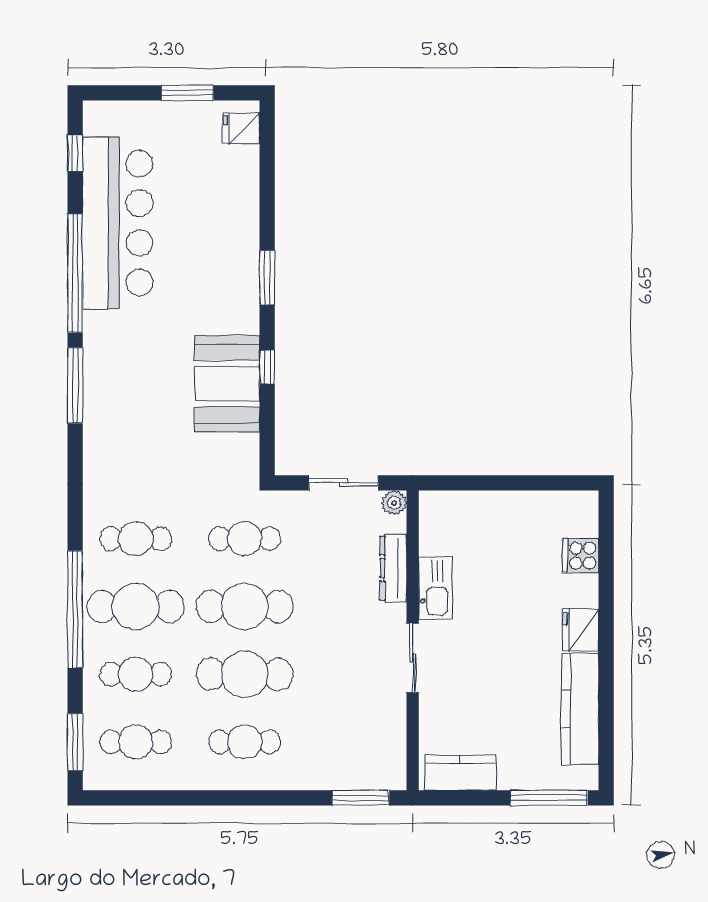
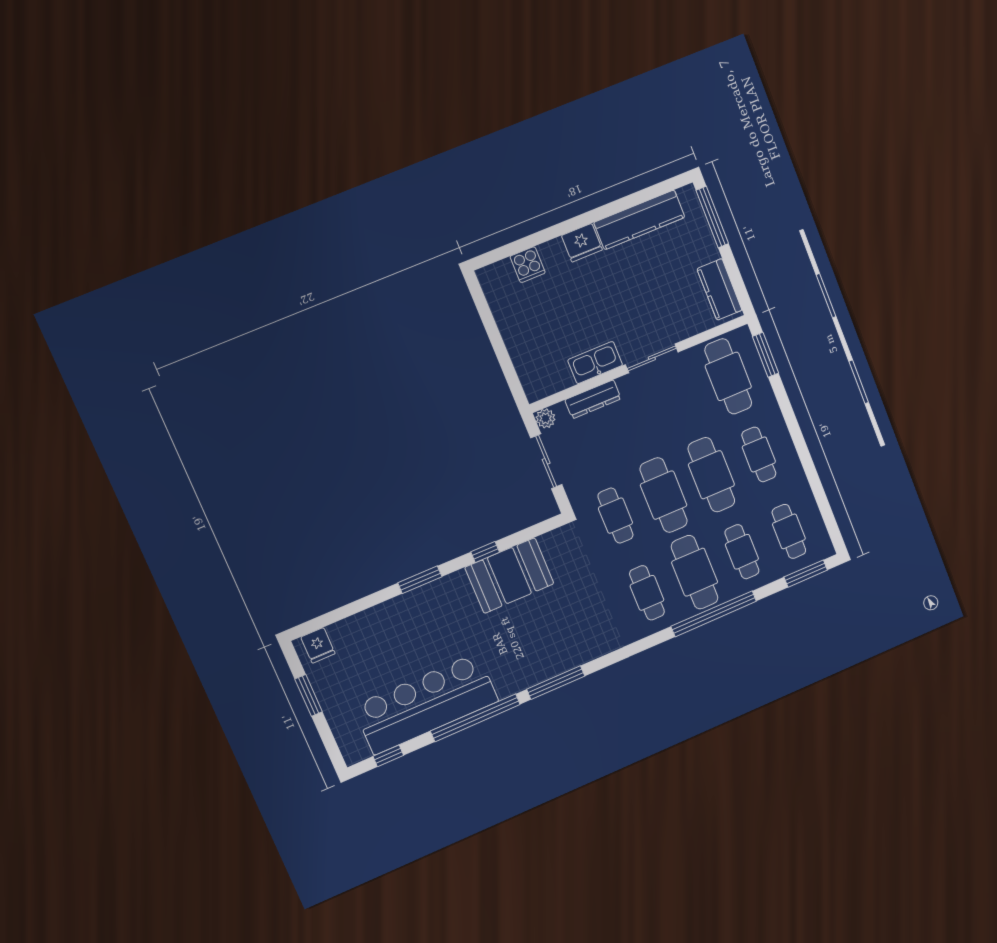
cafe table: (354, 742) -> (728, 376), added

